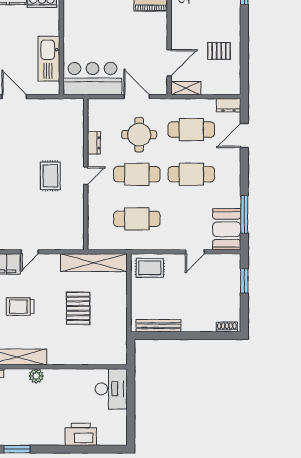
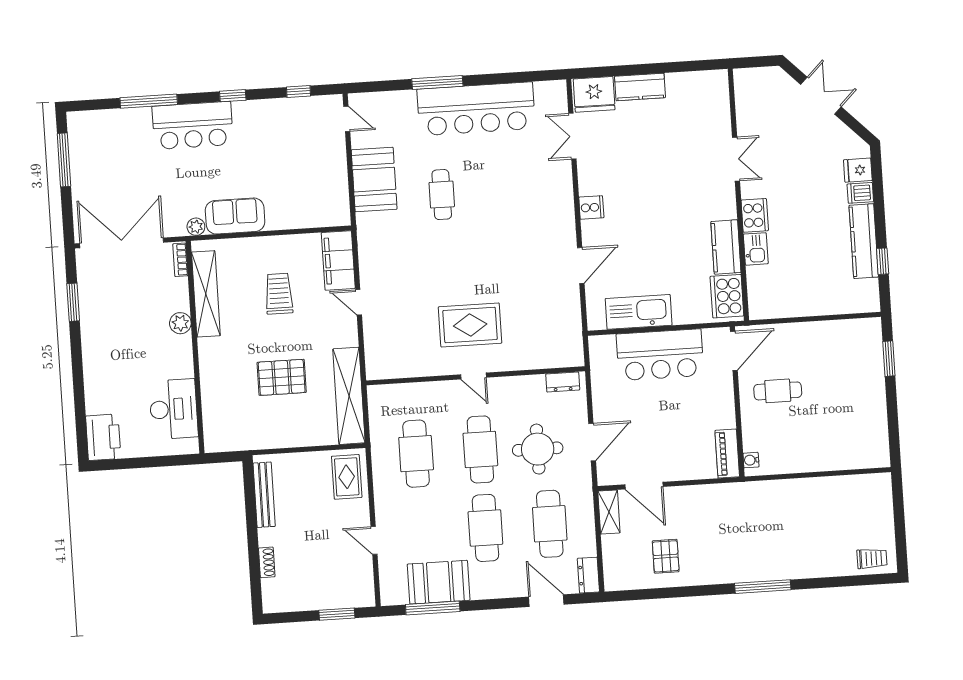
bar counter: (92, 79) -> (660, 355), moved, turned 90
dresser: (94, 143) -> (563, 382), moved
rug: (50, 176) -> (470, 325), width x1.36, depth x1.43
booth: (227, 229) -> (439, 582), moved
shoe rack: (227, 327) -> (267, 562), moved
desk: (111, 389) -> (174, 409), moved, turned -90
printer: (81, 434) -> (103, 437), moved

